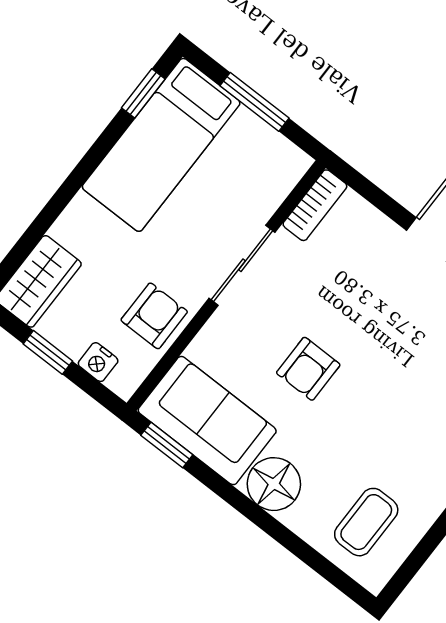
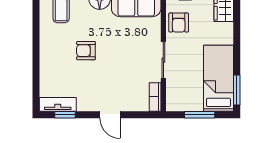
window: (143, 93) -> (237, 90), width x1.50
armchair: (308, 369) -> (86, 51), moved, turned -90

